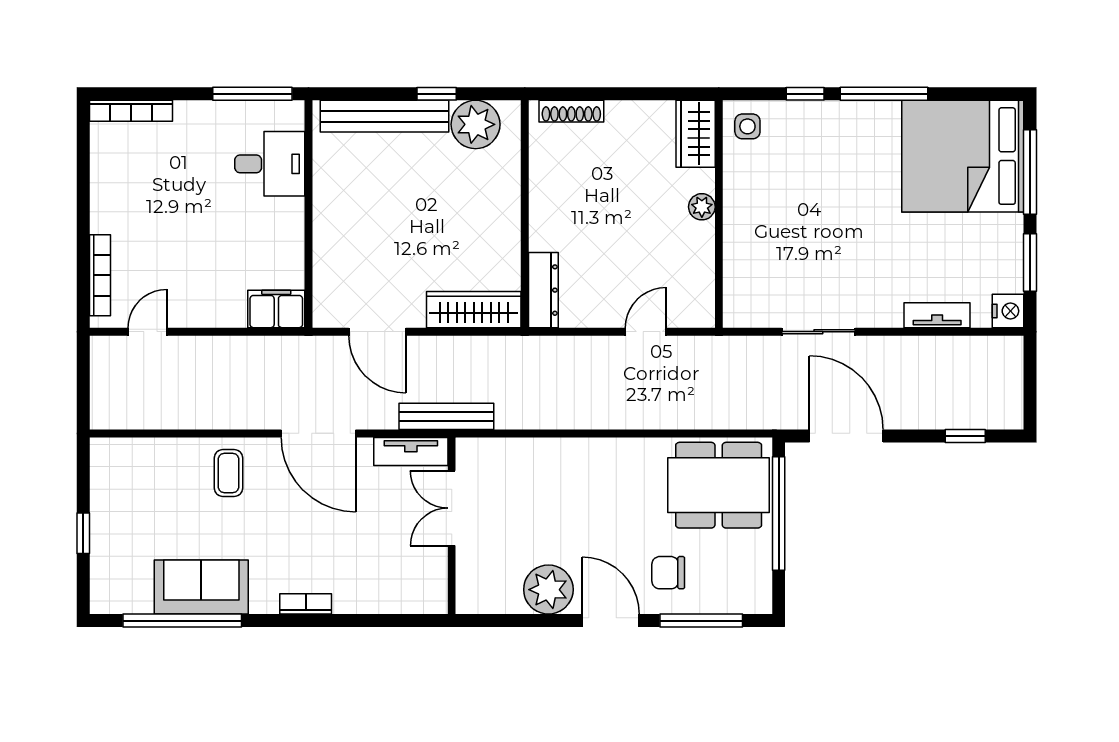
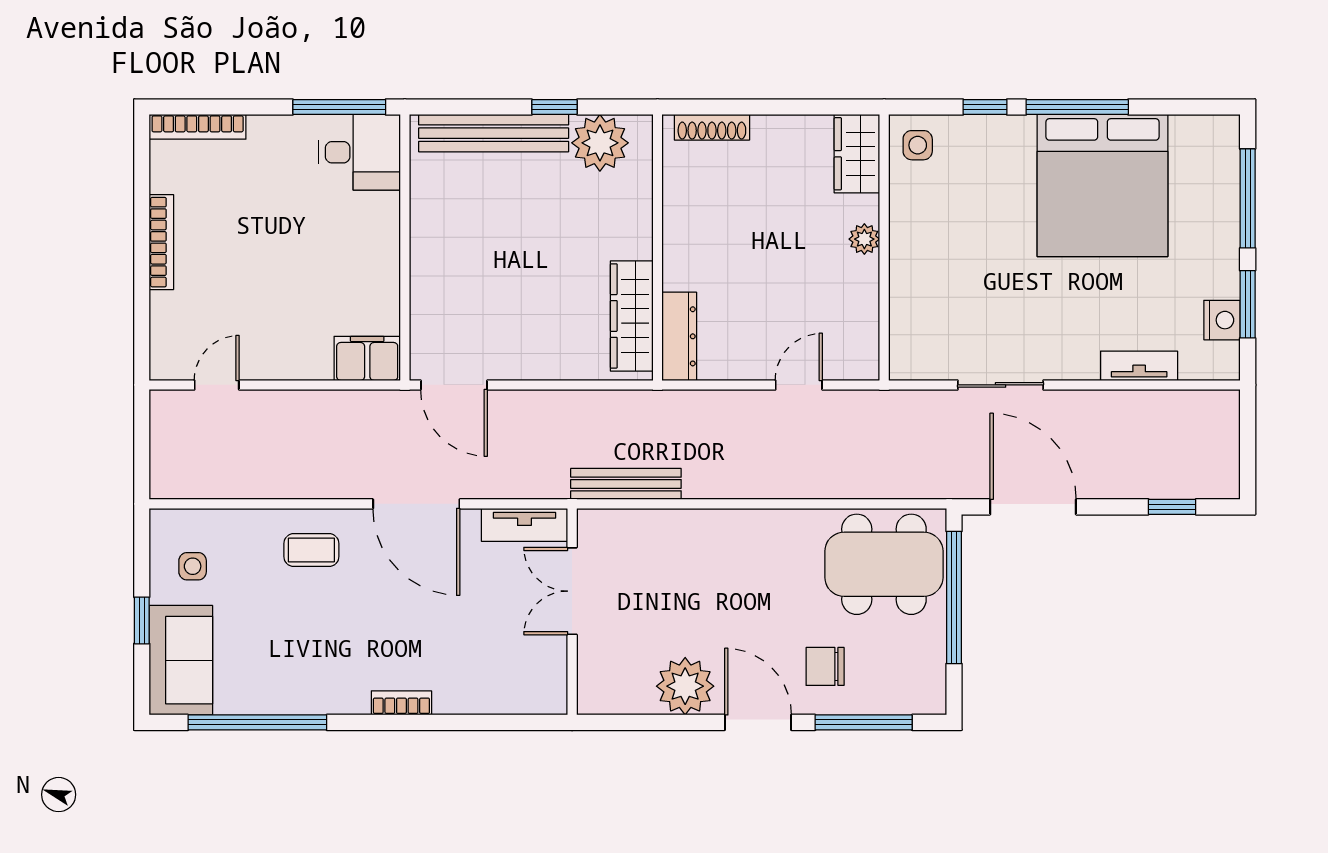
bed: (963, 156) -> (1103, 186), moved, turned -90
desk: (270, 164) -> (360, 152), moved
bookcase: (100, 275) -> (161, 242), moved
wardrobe: (474, 310) -> (632, 316), moved, turned -90
nightstand: (1008, 311) -> (1222, 320), moved
door: (377, 332) -> (454, 385), moved
bench: (446, 416) -> (626, 484), moved
coffee table: (228, 473) -> (311, 550), turned 90
side table: (127, 487) -> (193, 566), added
sofa: (201, 587) -> (181, 660), moved, turned 90

